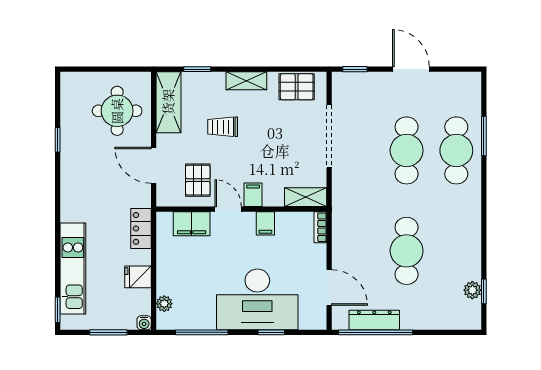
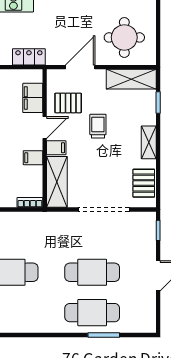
trolley: (223, 127) -> (98, 126), moved
shelving: (306, 197) -> (57, 182), width x1.50, depth x1.33

